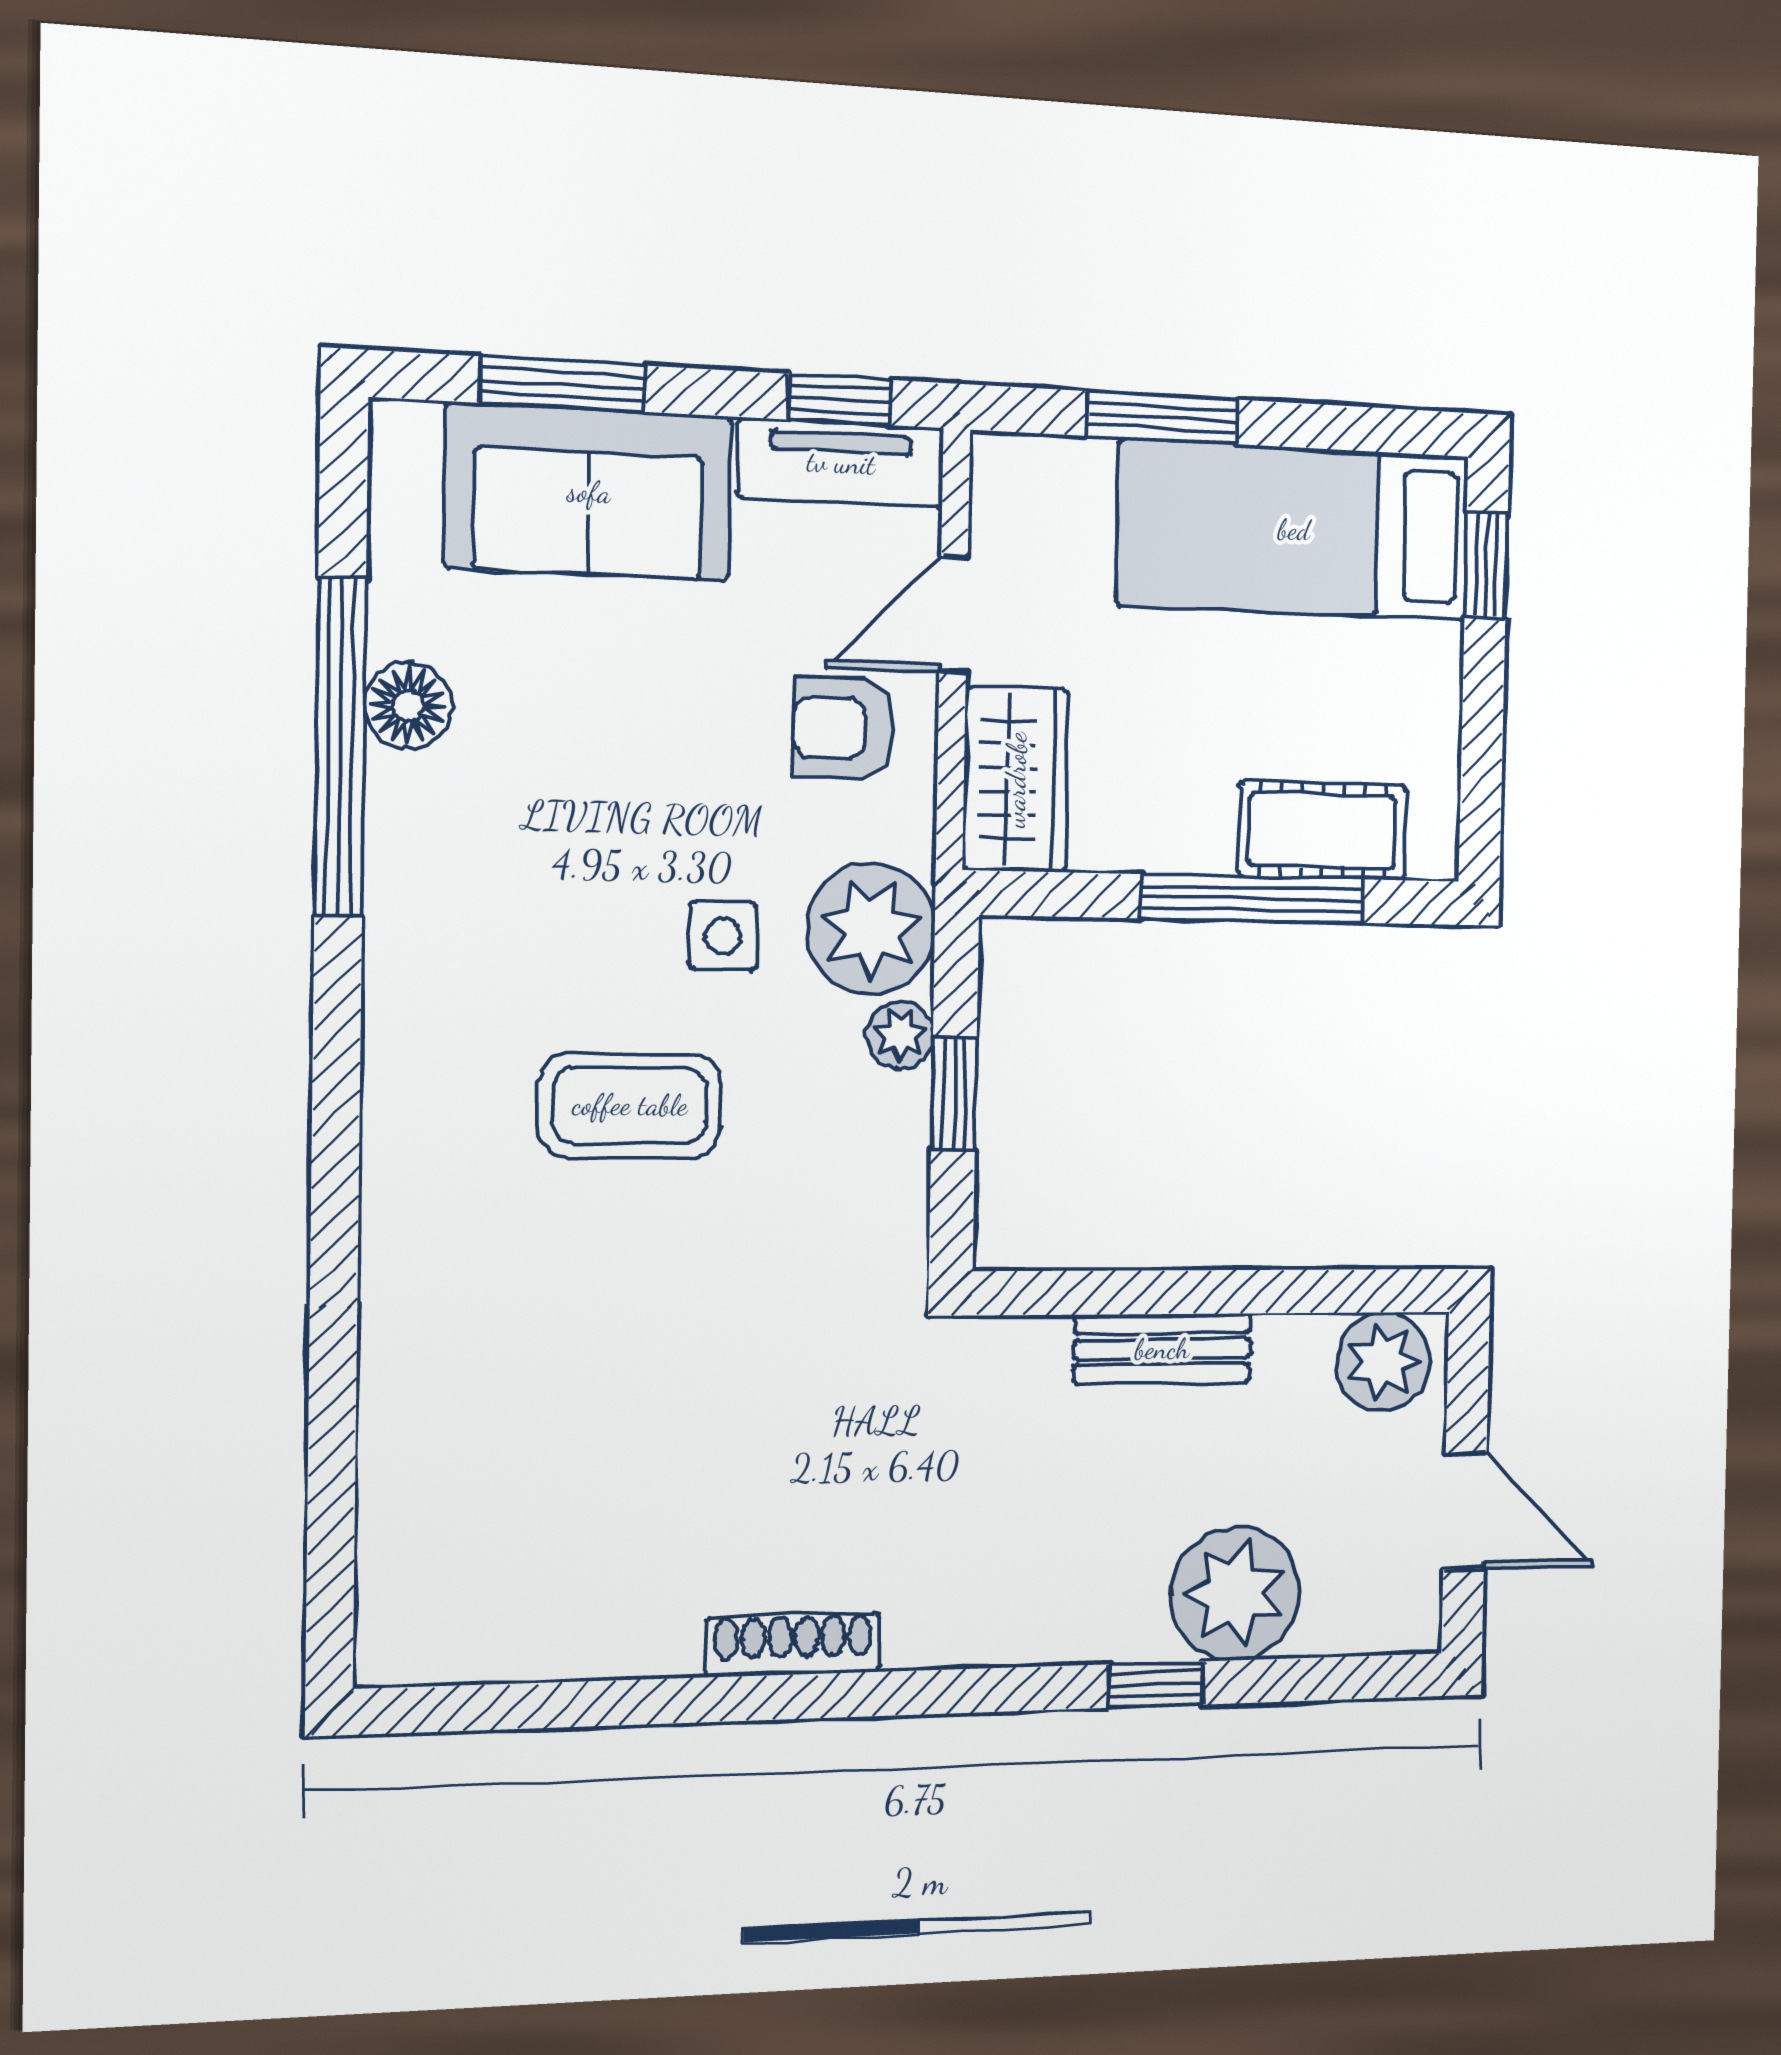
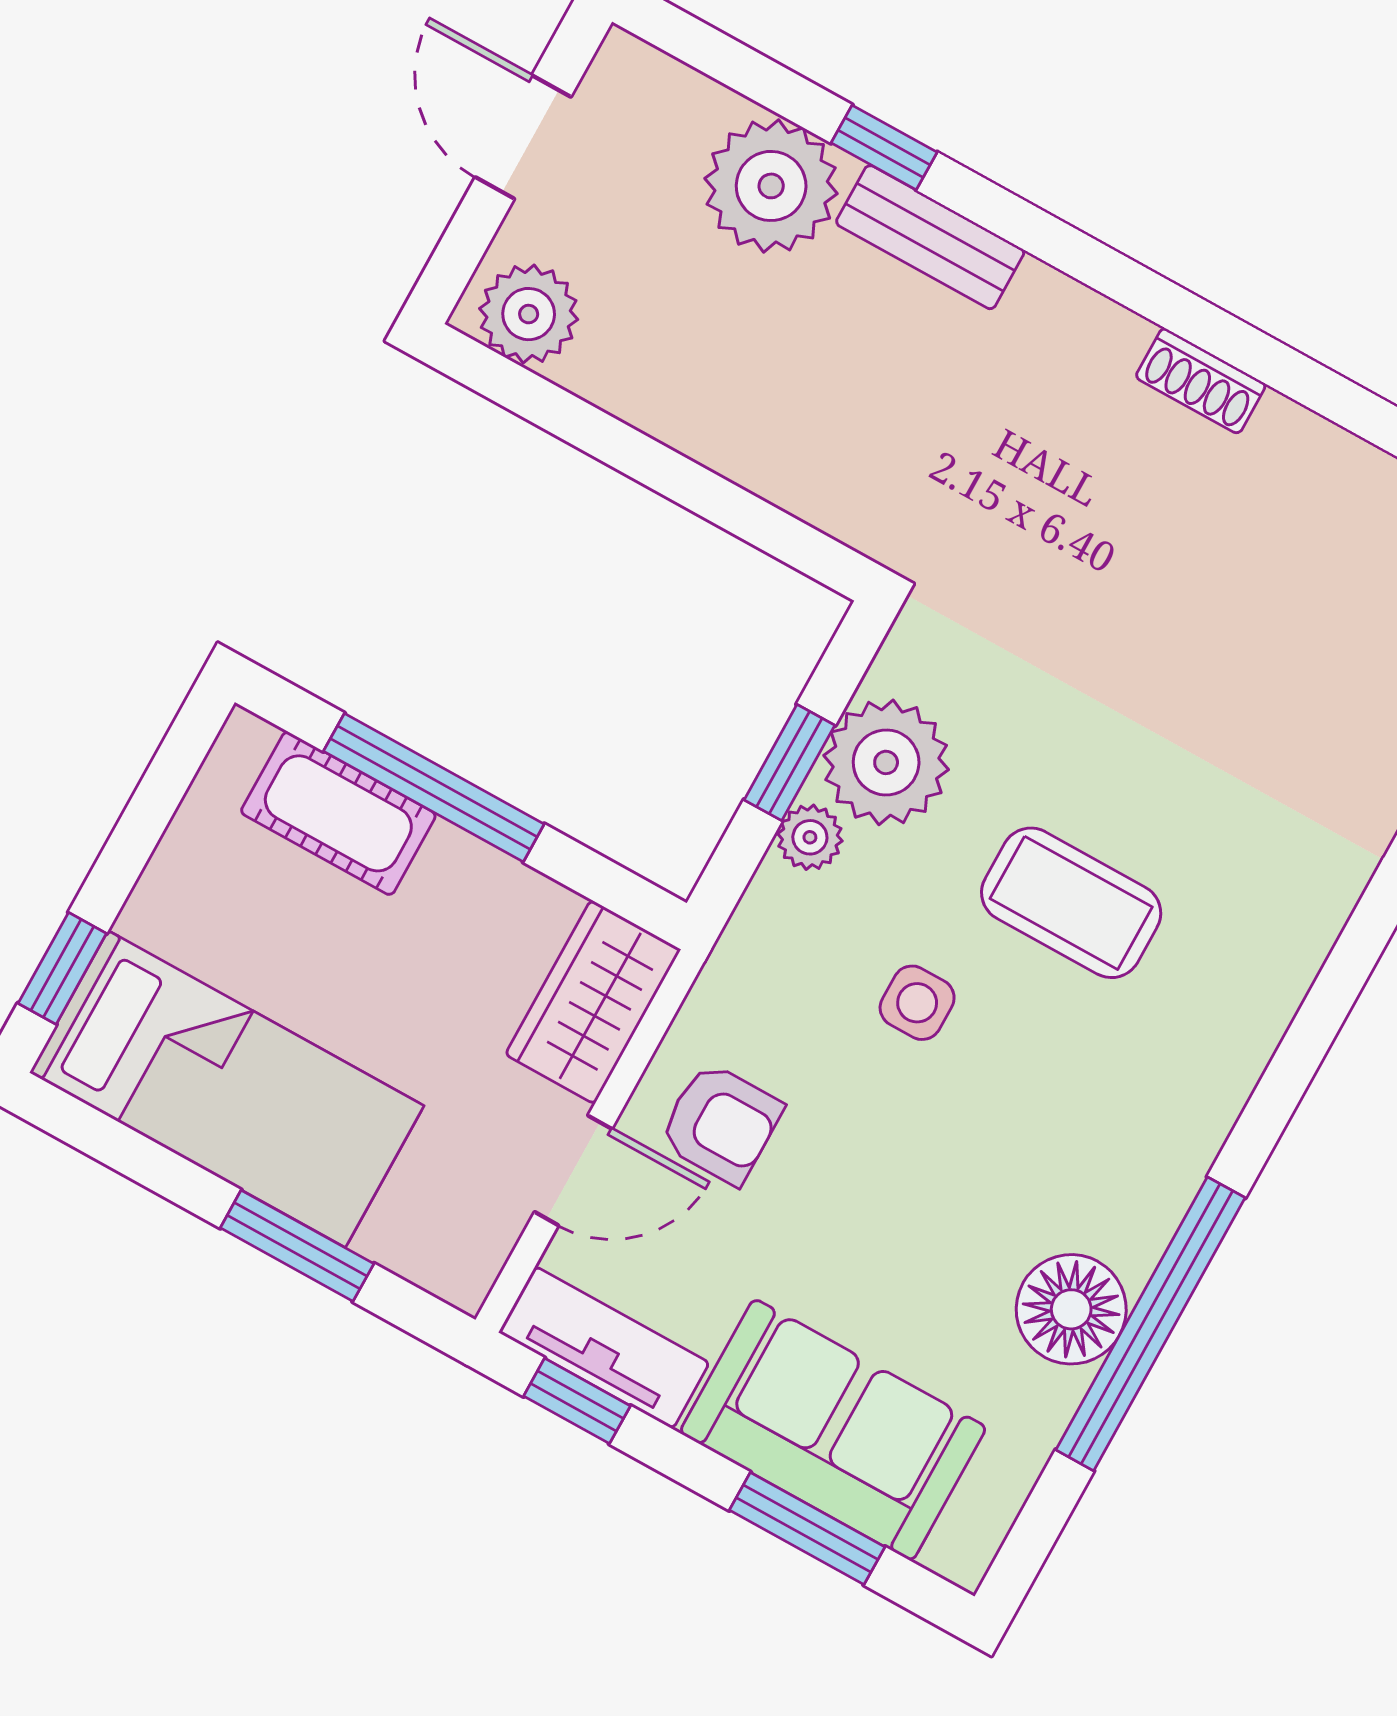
floor lamp: (408, 706) -> (1071, 1309), width x1.38, depth x1.38
plant: (871, 928) -> (886, 762), moved
bench: (1162, 1349) -> (930, 237), moved
shoe rack: (793, 1645) -> (1201, 381), width x0.70

